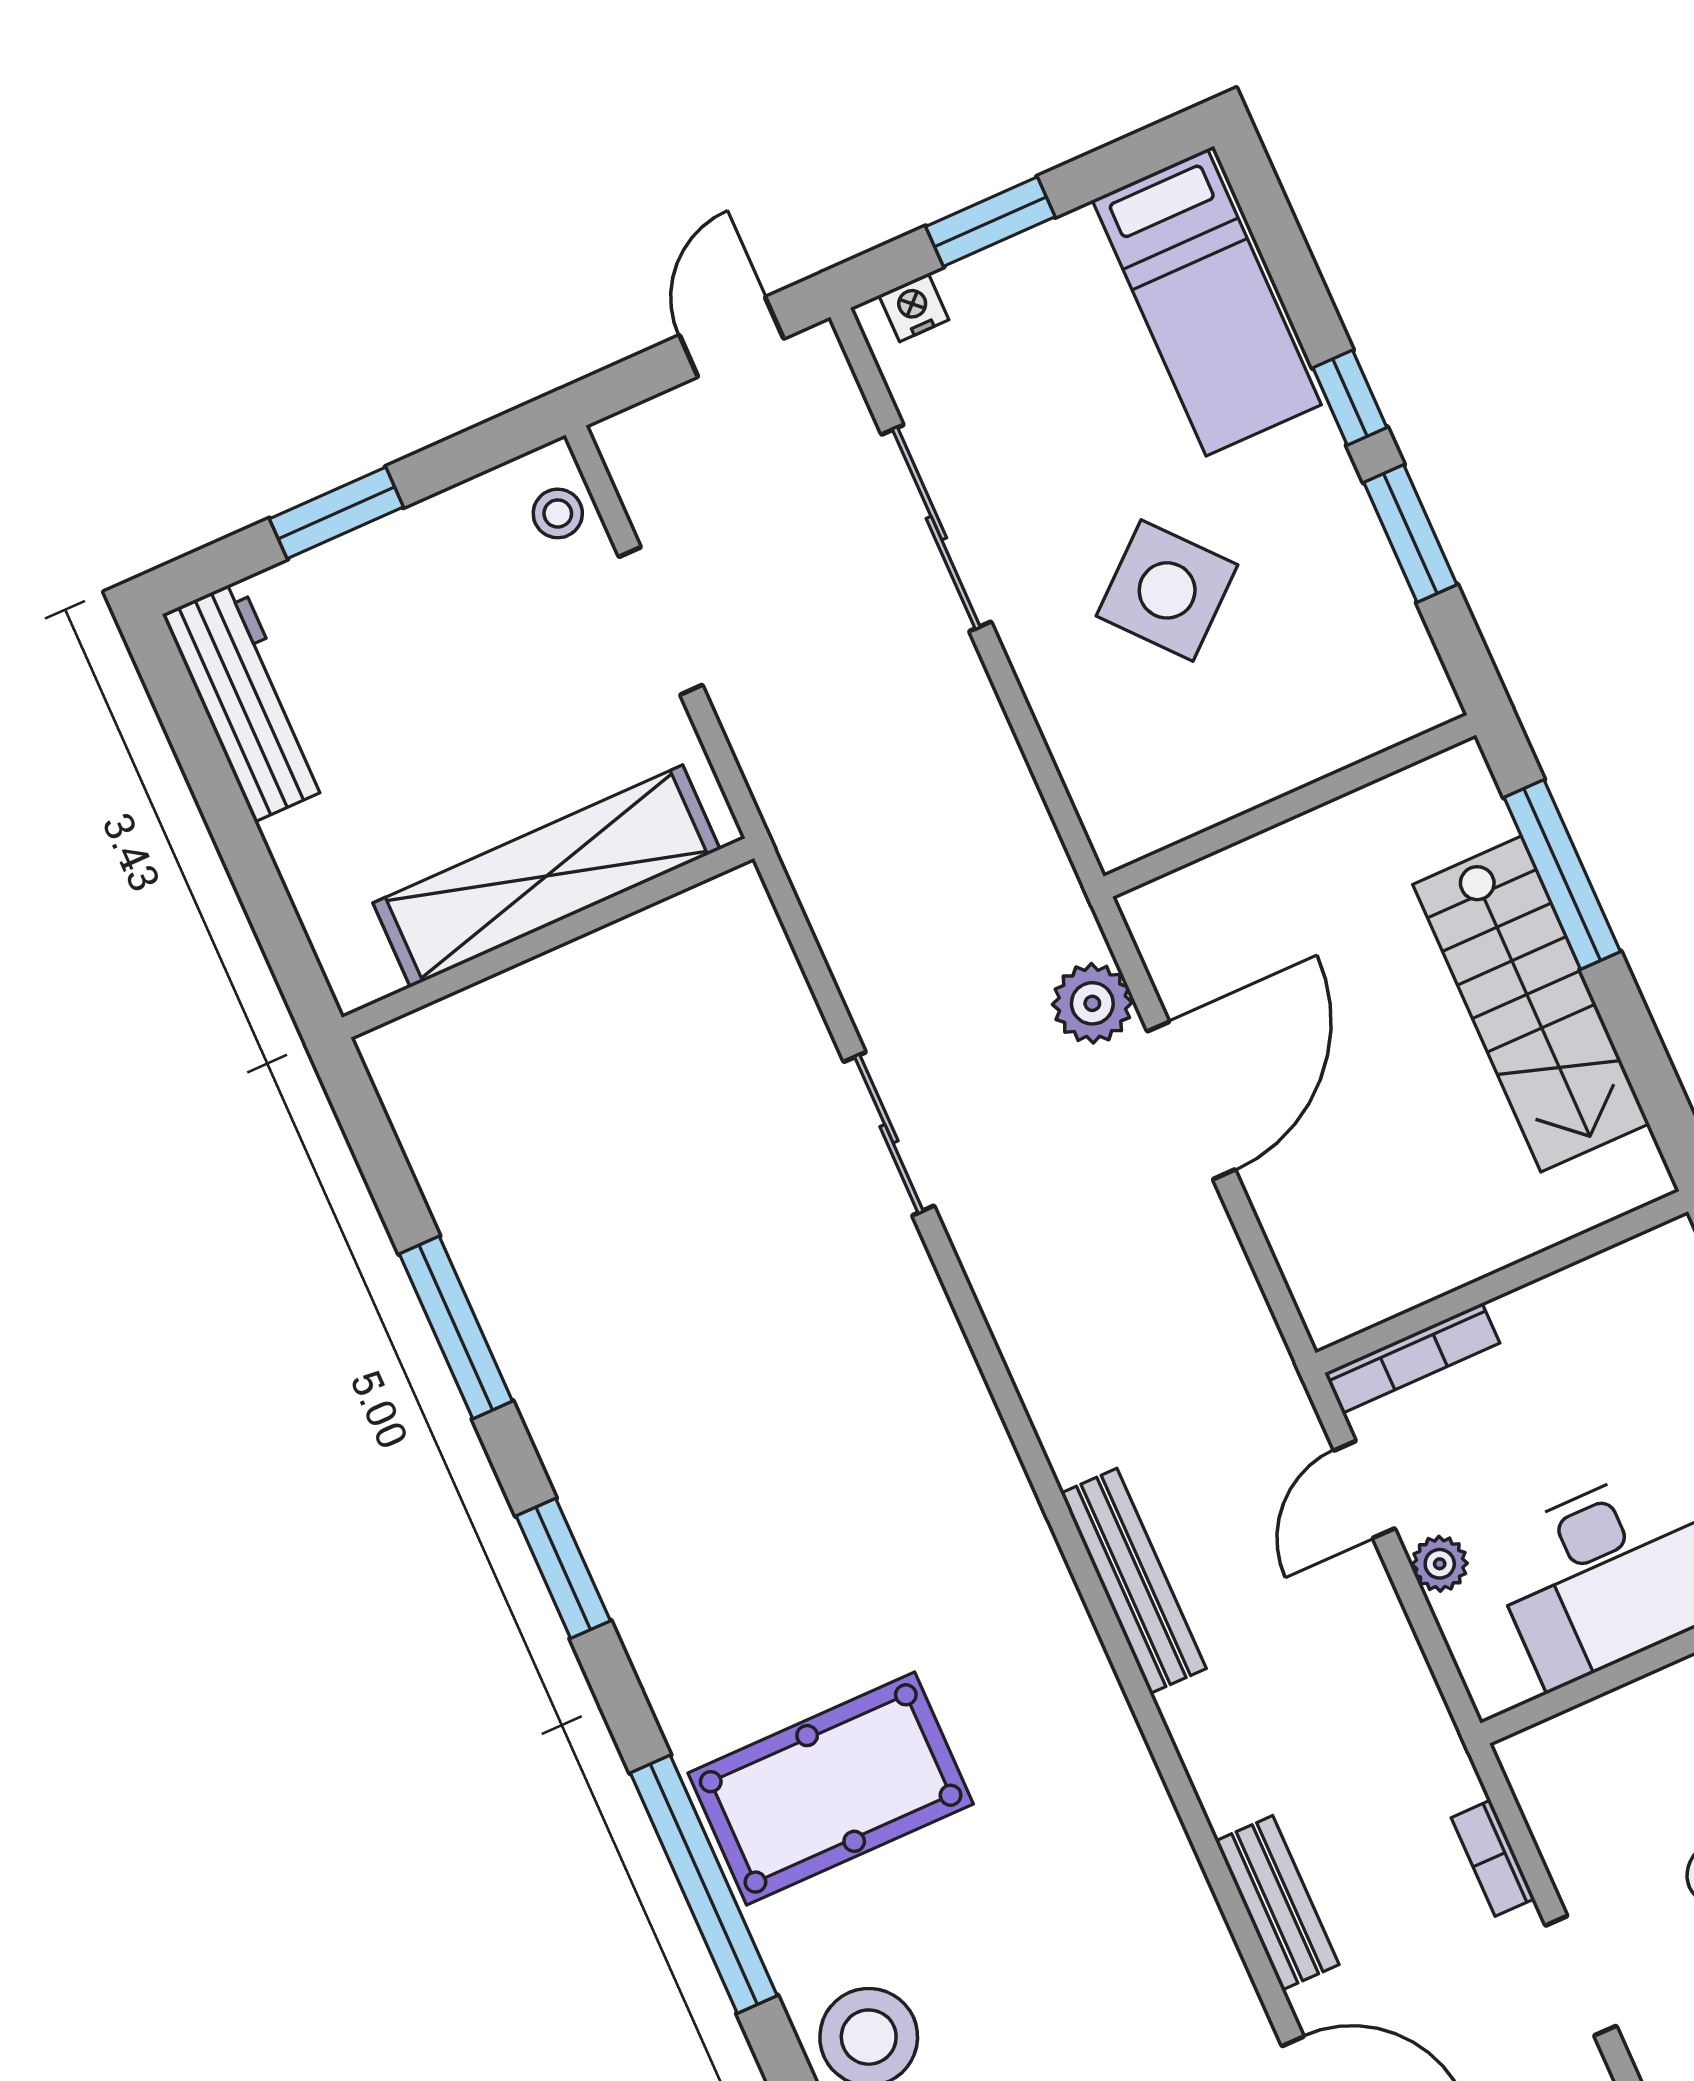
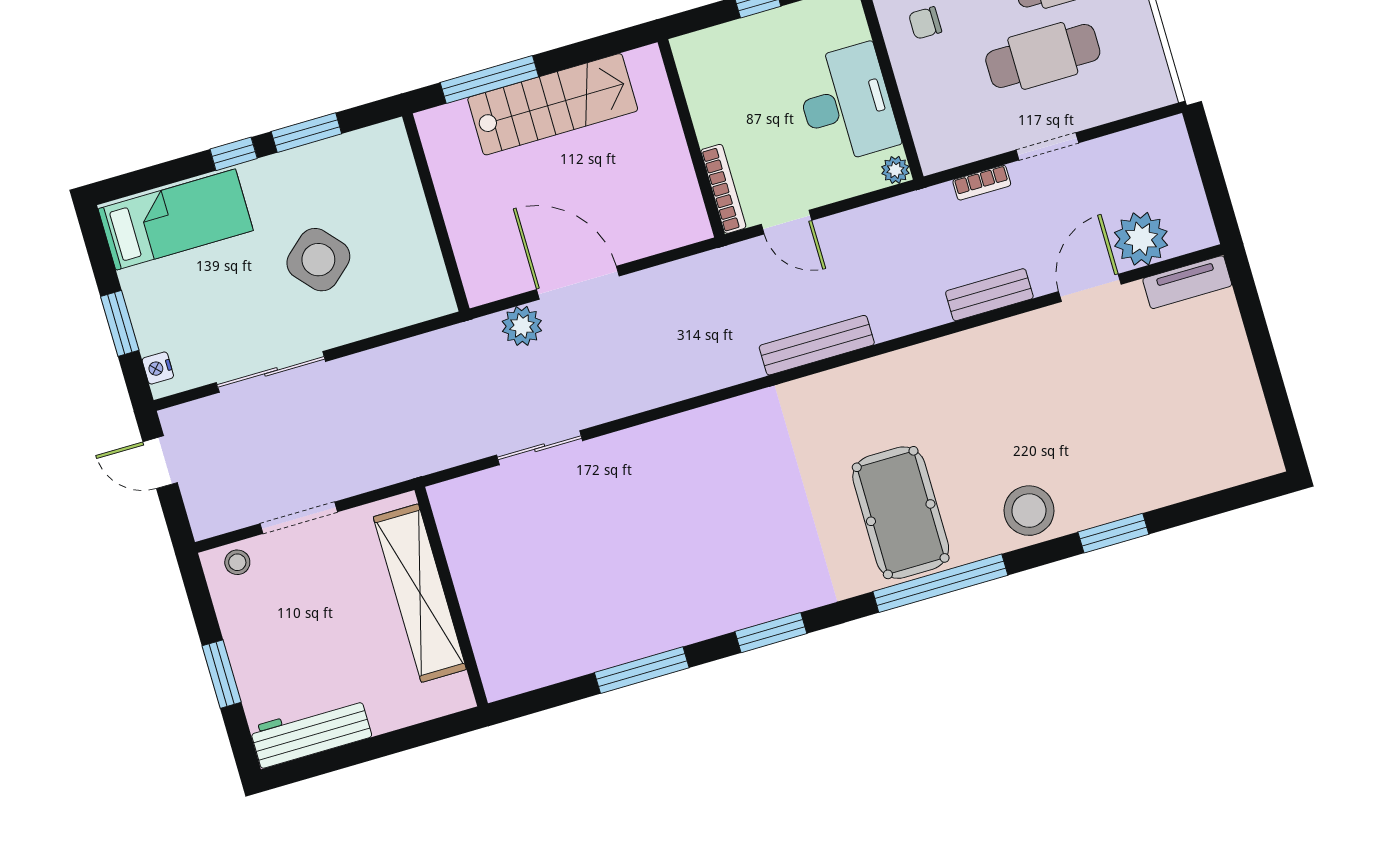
sliding door: (889, 1134) -> (540, 448), moved
plant: (1440, 1564) -> (895, 170), moved

